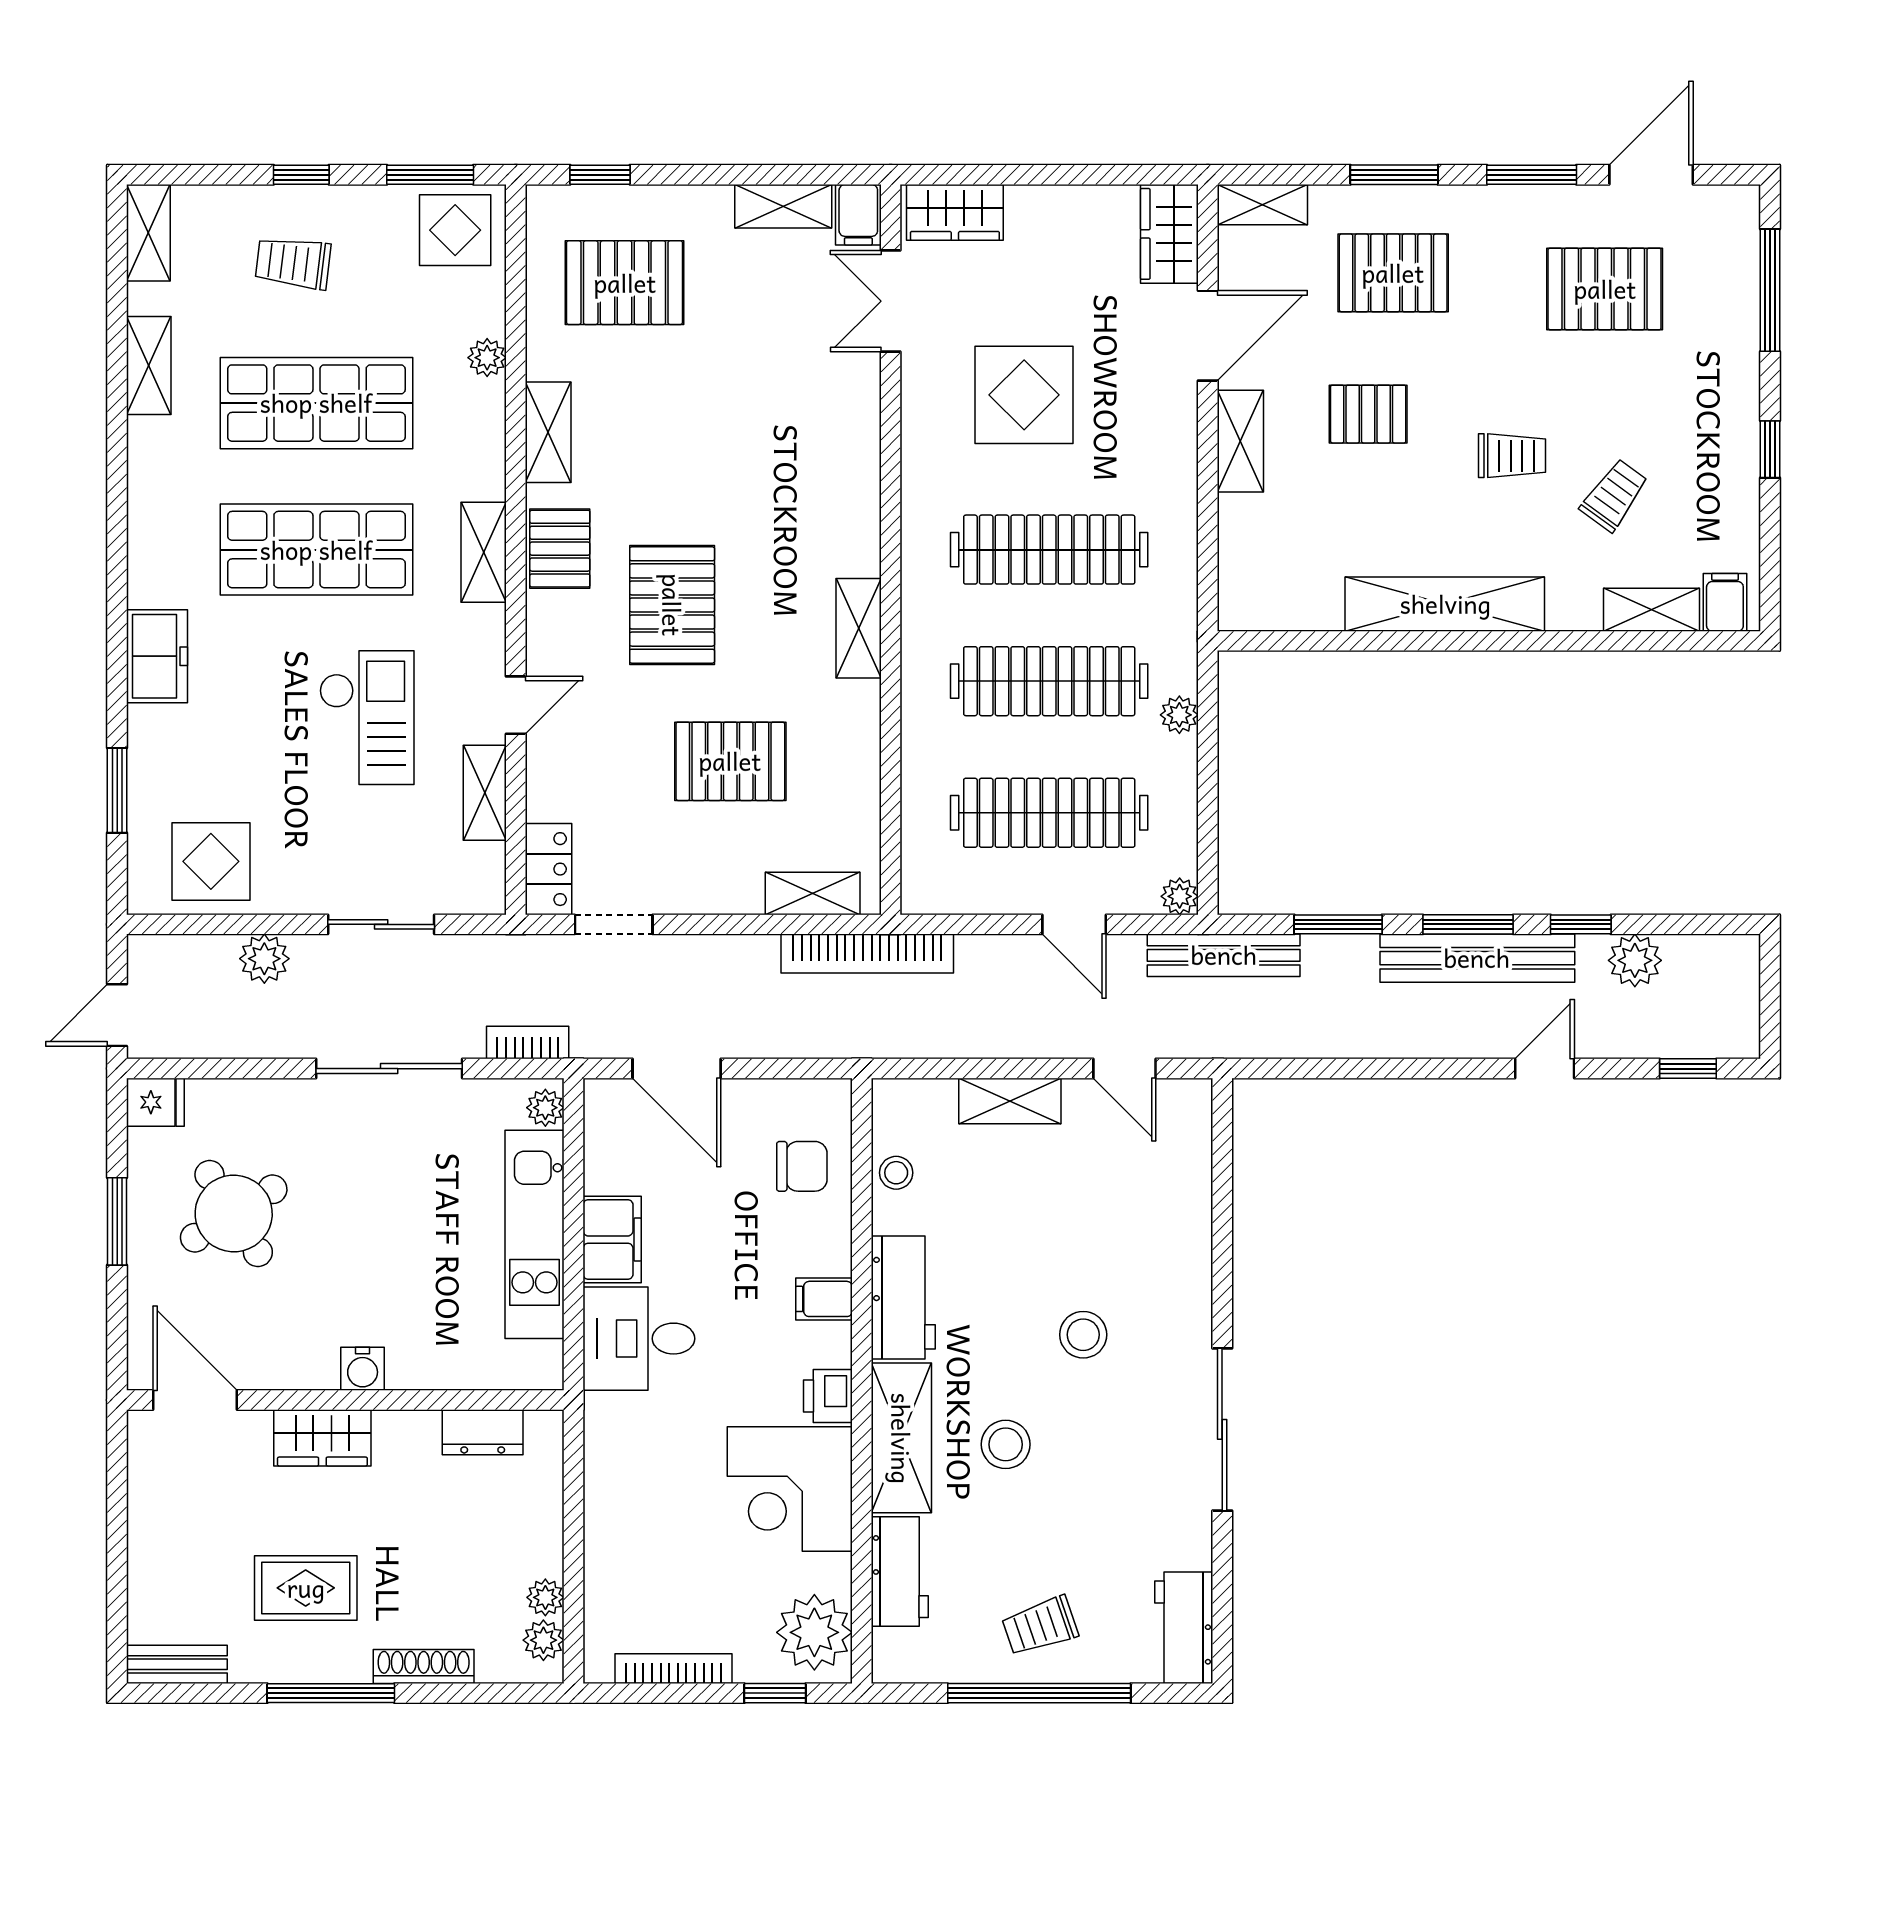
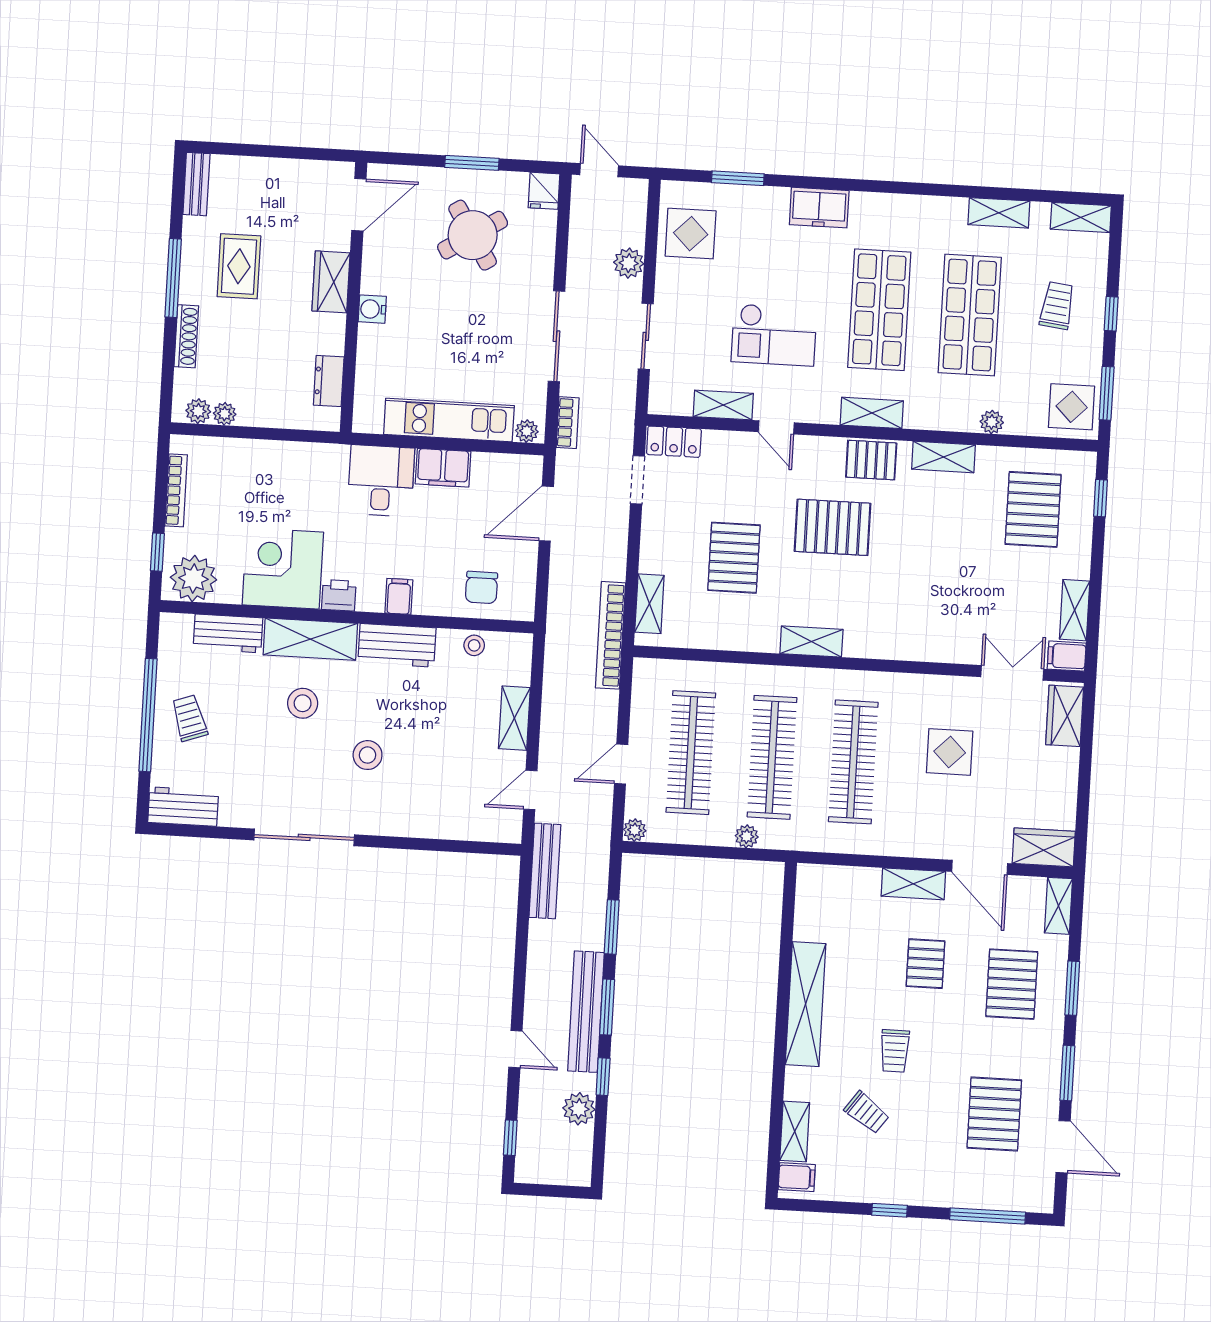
display table: (1024, 395) -> (950, 752), width x0.73, depth x0.73
bench: (1224, 955) -> (545, 871), moved

